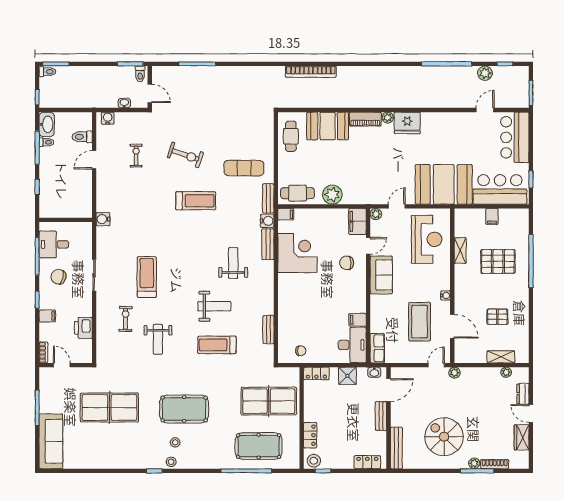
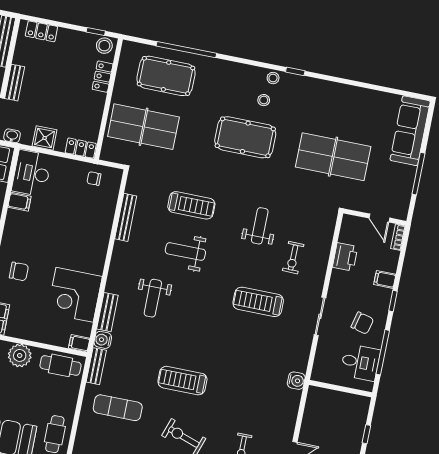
treadmill: (147, 277) -> (258, 302), turned 90
bench: (268, 330) -> (126, 217), width x1.36

